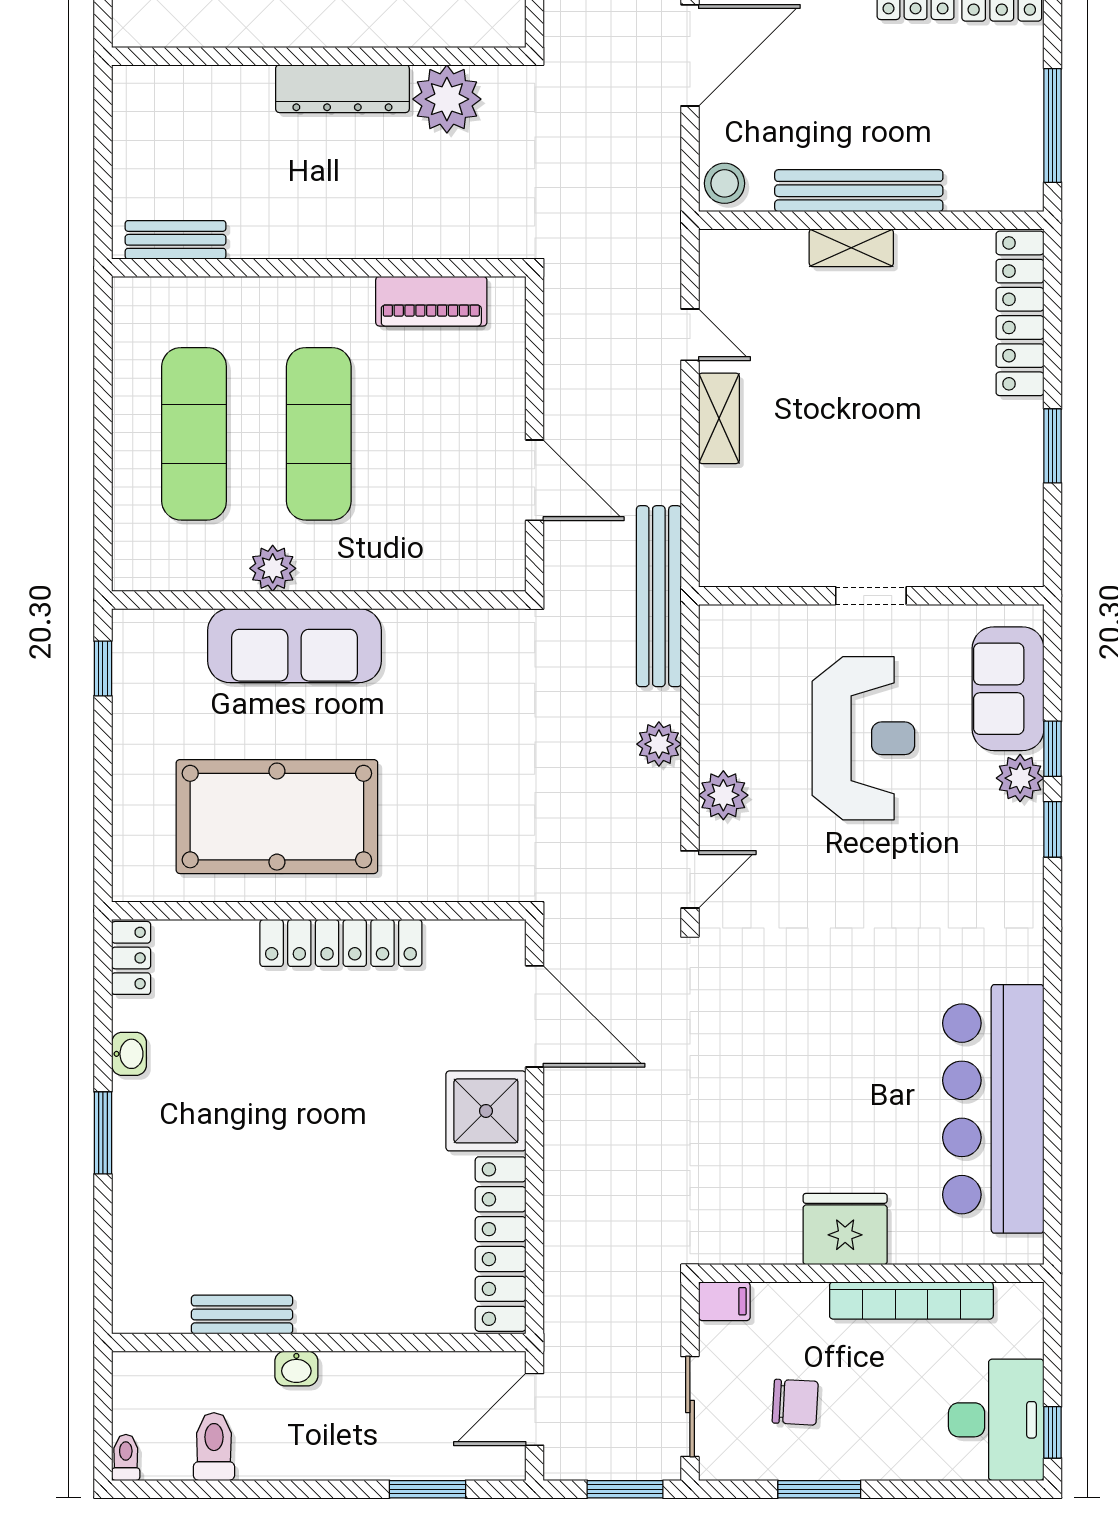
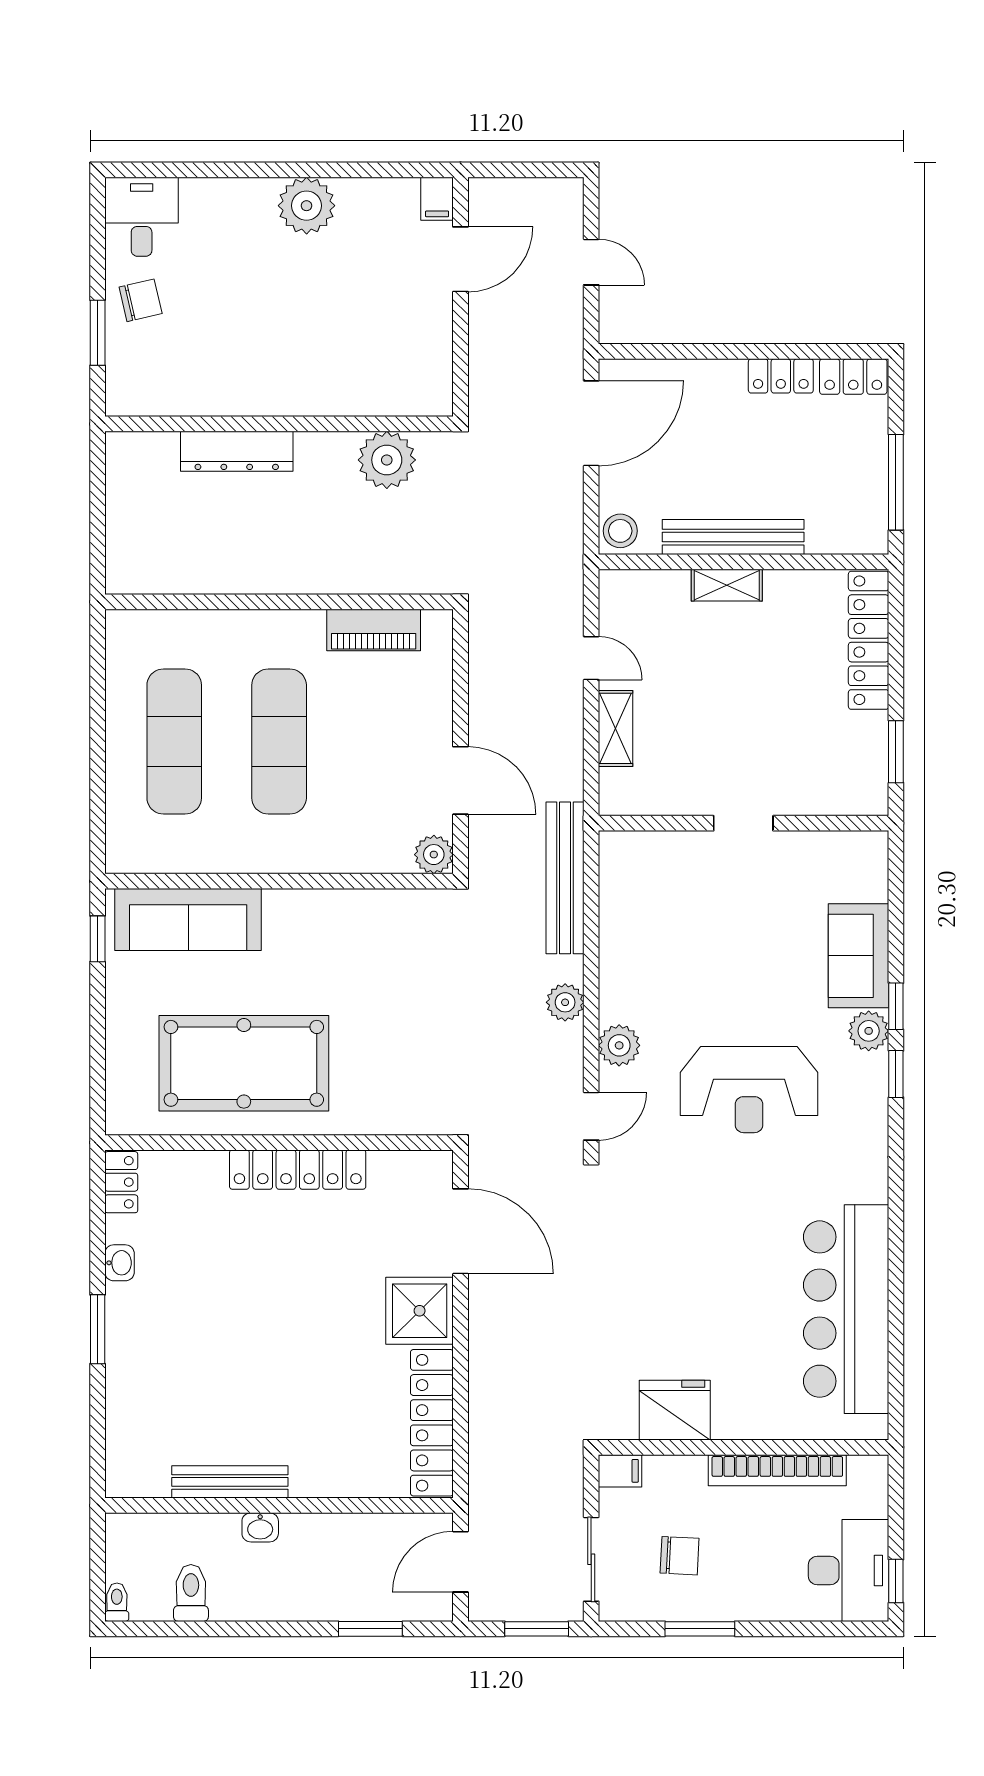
dresser: (342, 89) -> (237, 451), moved
bench: (175, 240) -> (159, 578), removed
plant: (273, 568) -> (434, 855), moved
doorway: (871, 596) -> (743, 823), moved
wall: (871, 596) -> (744, 823), moved
sofa: (295, 646) -> (188, 920), moved
reception desk: (863, 738) -> (749, 1090), moved, turned 90
fridge: (845, 1229) -> (675, 1410), moved
bench: (242, 1314) -> (230, 1482), width x1.36

